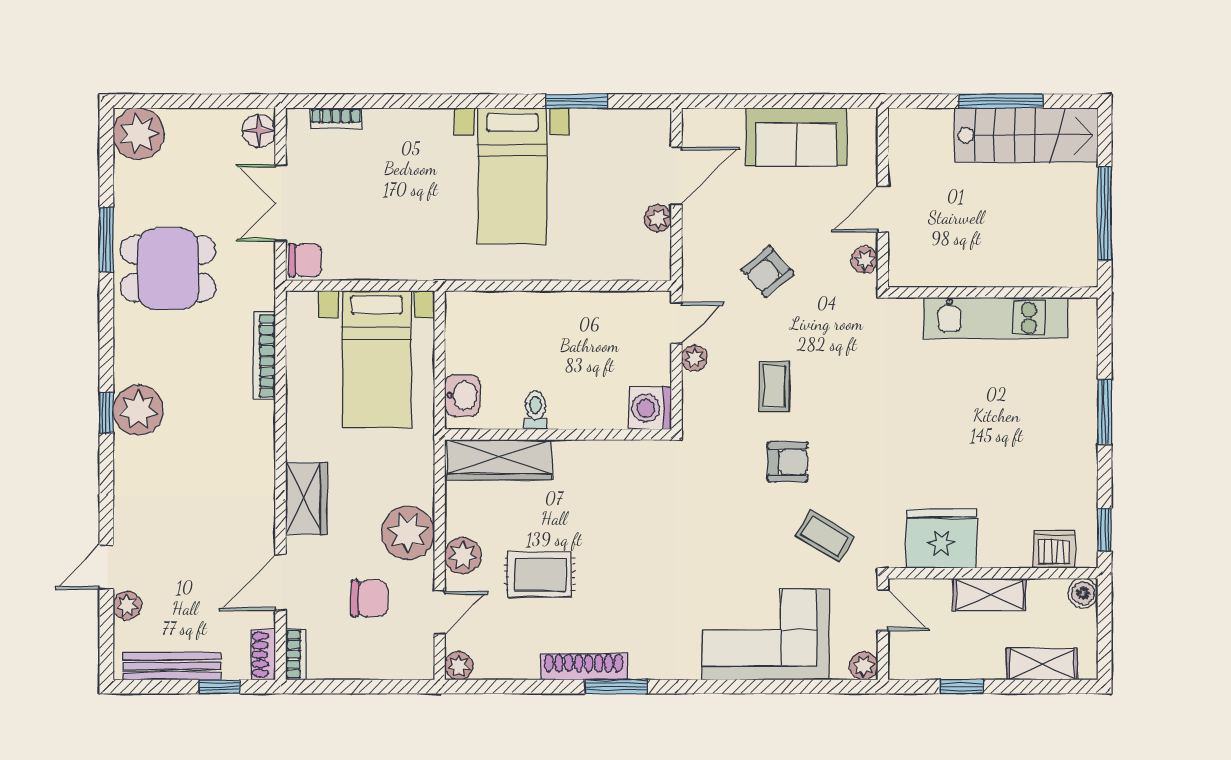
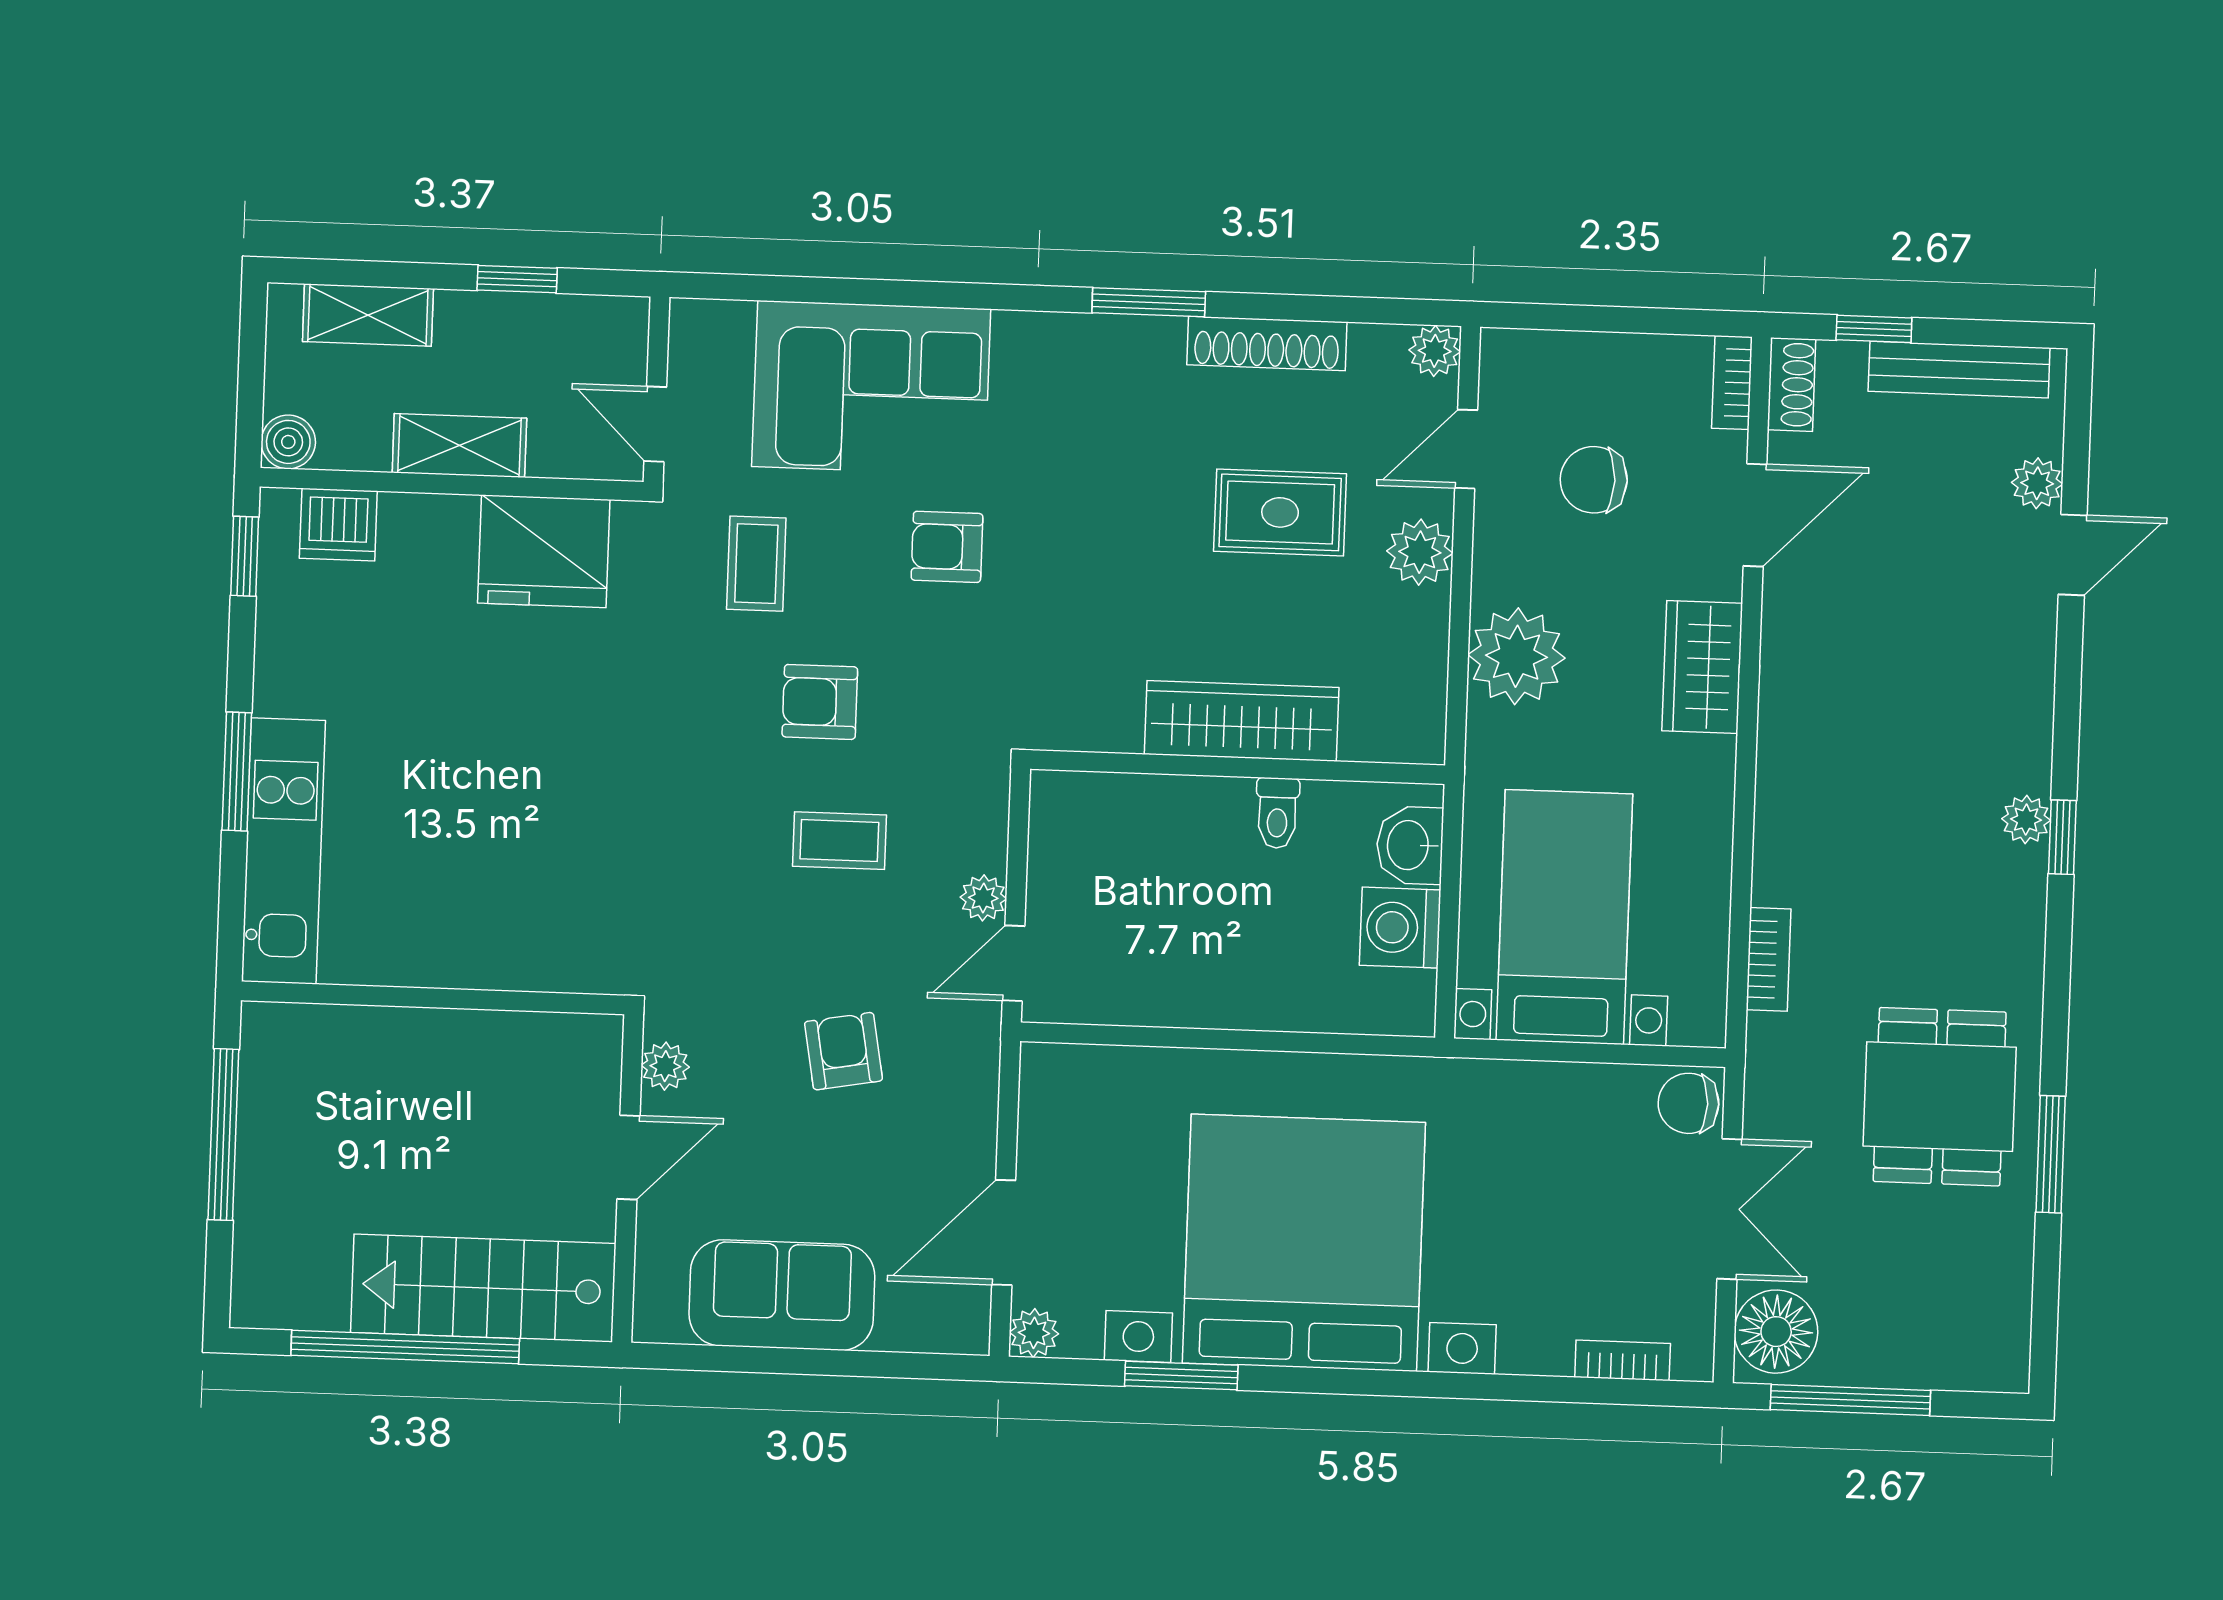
window: (211, 101) -> (1850, 1400), added
window: (1001, 101) -> (405, 1347), width x1.46
floor lamp: (259, 131) -> (1776, 1332), width x1.38, depth x1.38
plant: (139, 134) -> (1984, 1346), removed
stairs: (1026, 135) -> (483, 1288), moved
bed with nightstands: (512, 176) -> (1304, 1243), width x1.85
plant: (658, 218) -> (1034, 1333), moved
dining table: (168, 269) -> (1940, 1097), turned 90
armchair: (768, 272) -> (844, 1051), turned -59
kitchen unit: (996, 318) -> (283, 851), moved, turned 90
bookcase: (264, 356) -> (1769, 959), width x0.64
coffee table: (774, 386) -> (839, 841), turned 90
washing machine: (650, 408) -> (1400, 928), moved, turned 180
plant: (138, 410) -> (2026, 820), width x0.53, depth x0.53
wardrobe: (499, 460) -> (1242, 721), moved
plant: (408, 533) -> (1516, 656), moved
coffee table: (825, 536) -> (756, 564), turned 59
armchair: (721, 549) -> (947, 547), added
plant: (864, 666) -> (694, 324), removed
shoe rack: (584, 667) -> (1267, 343), moved

